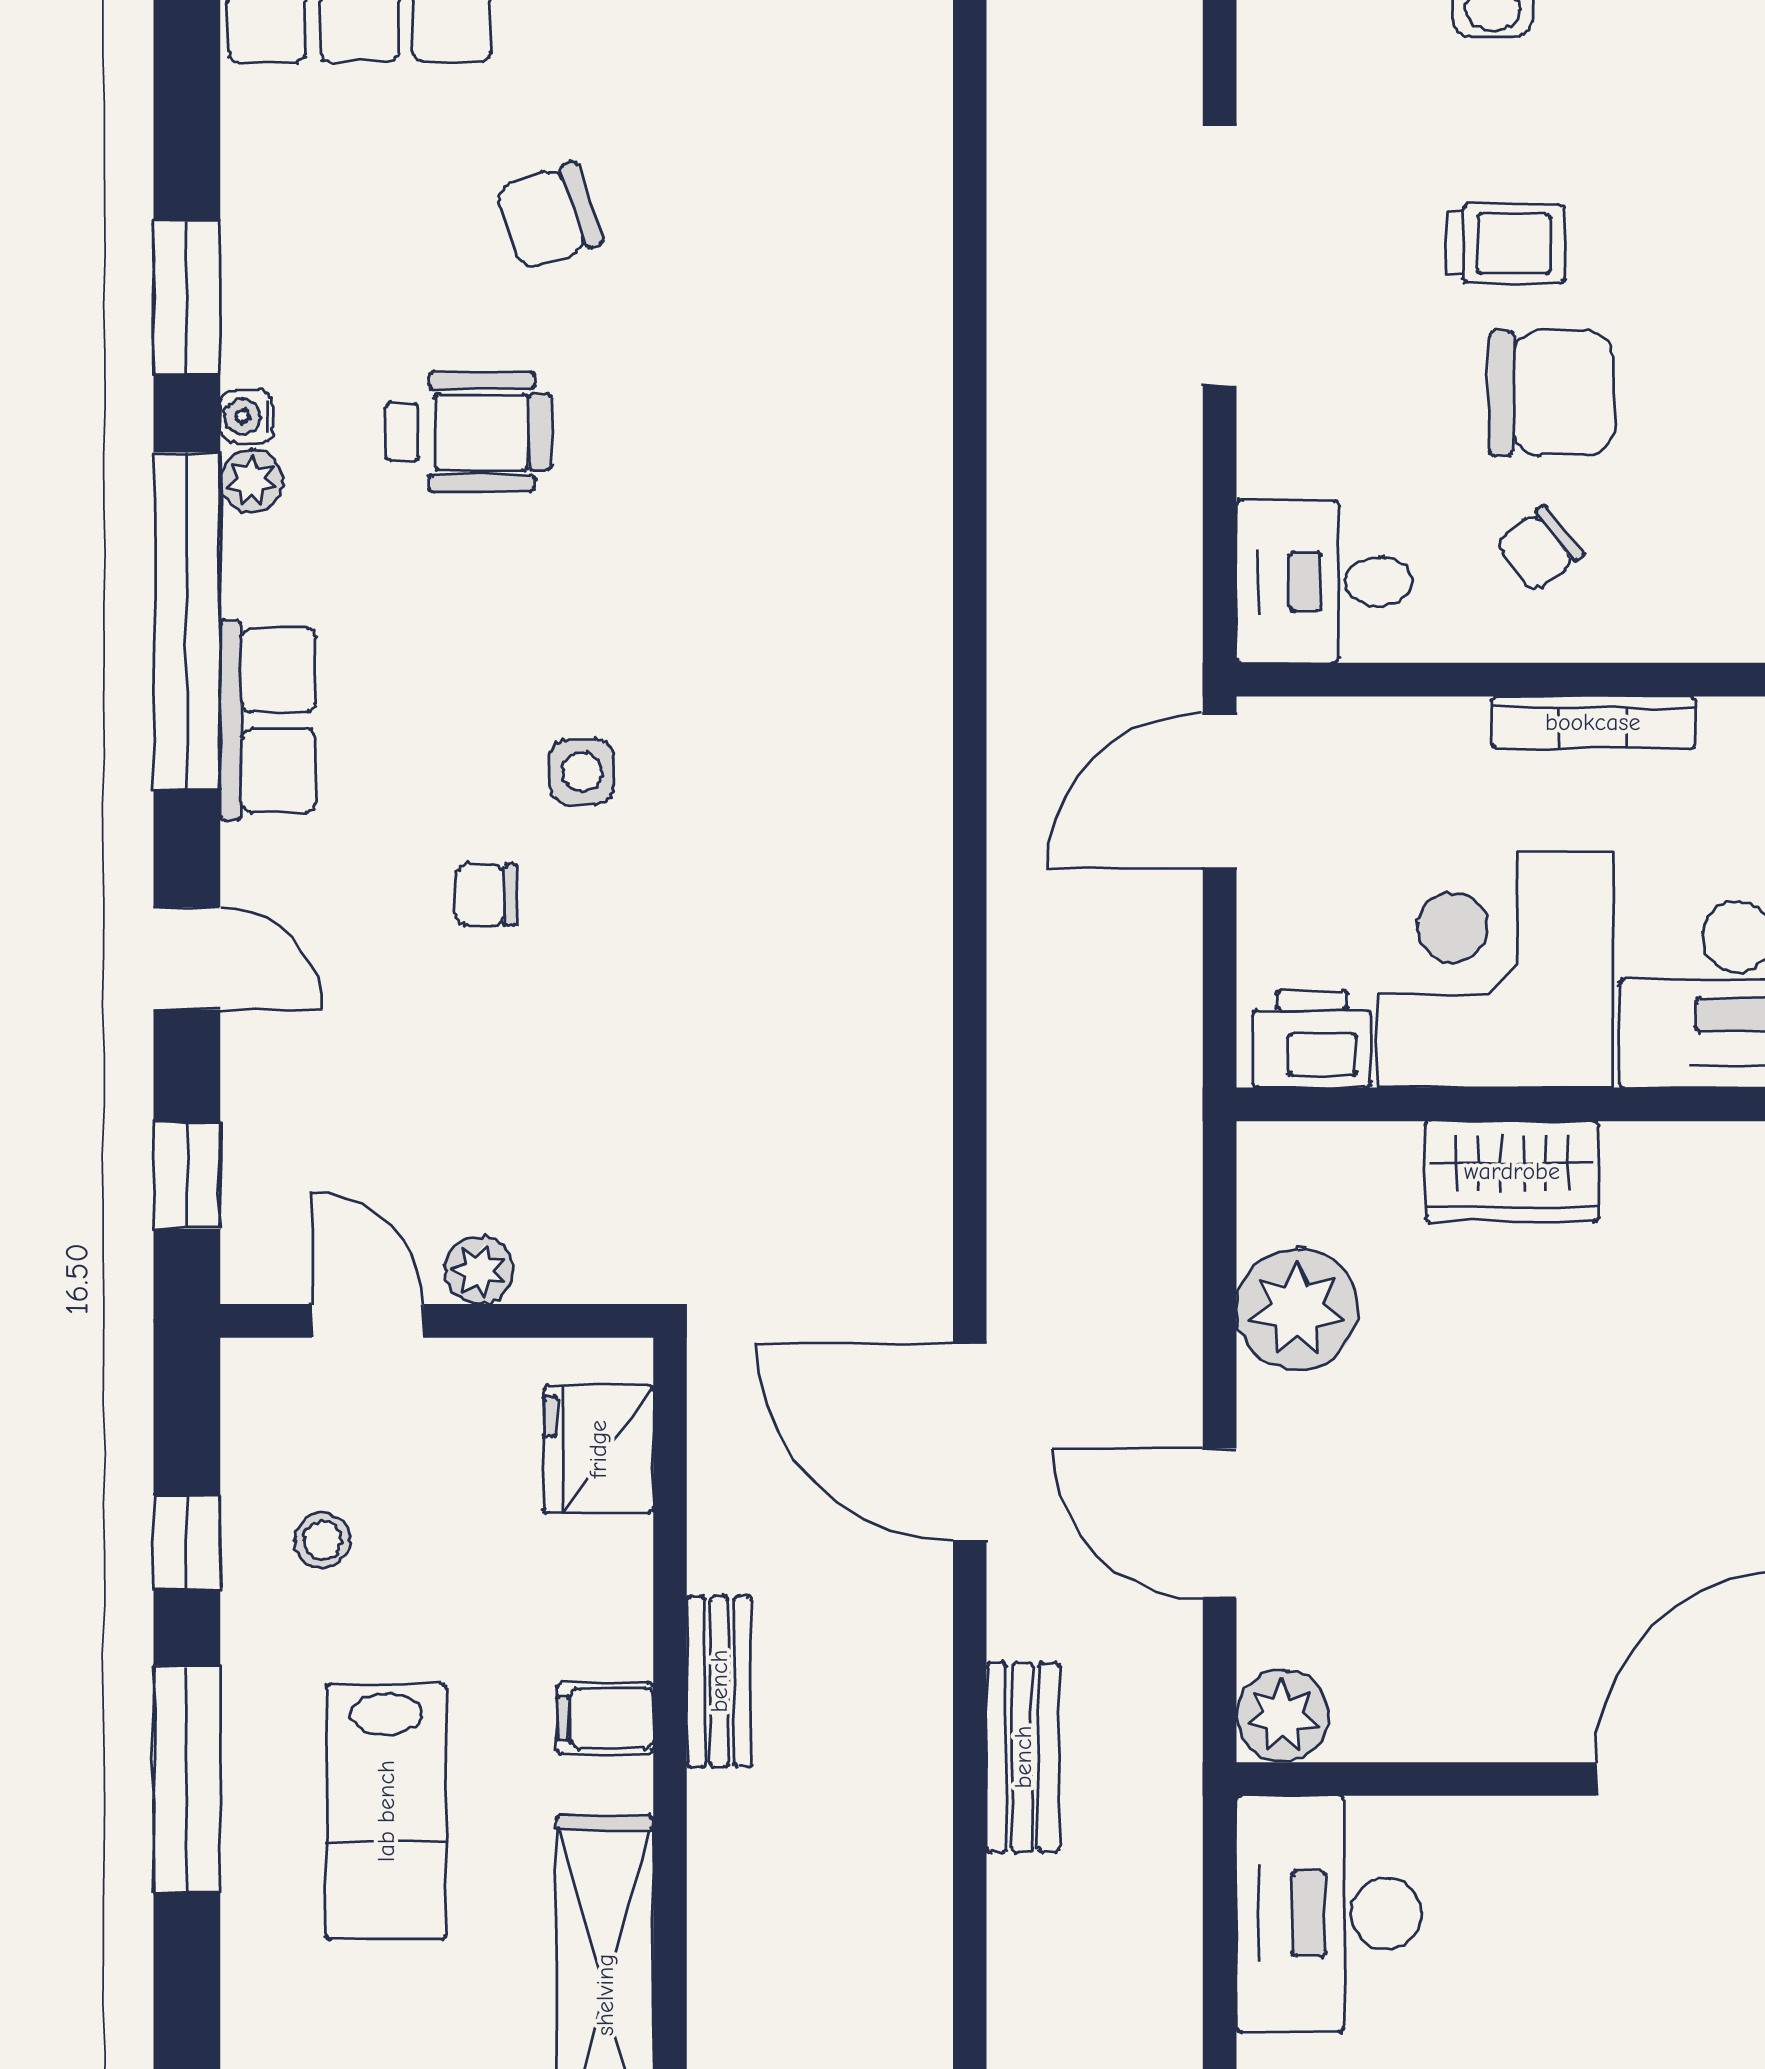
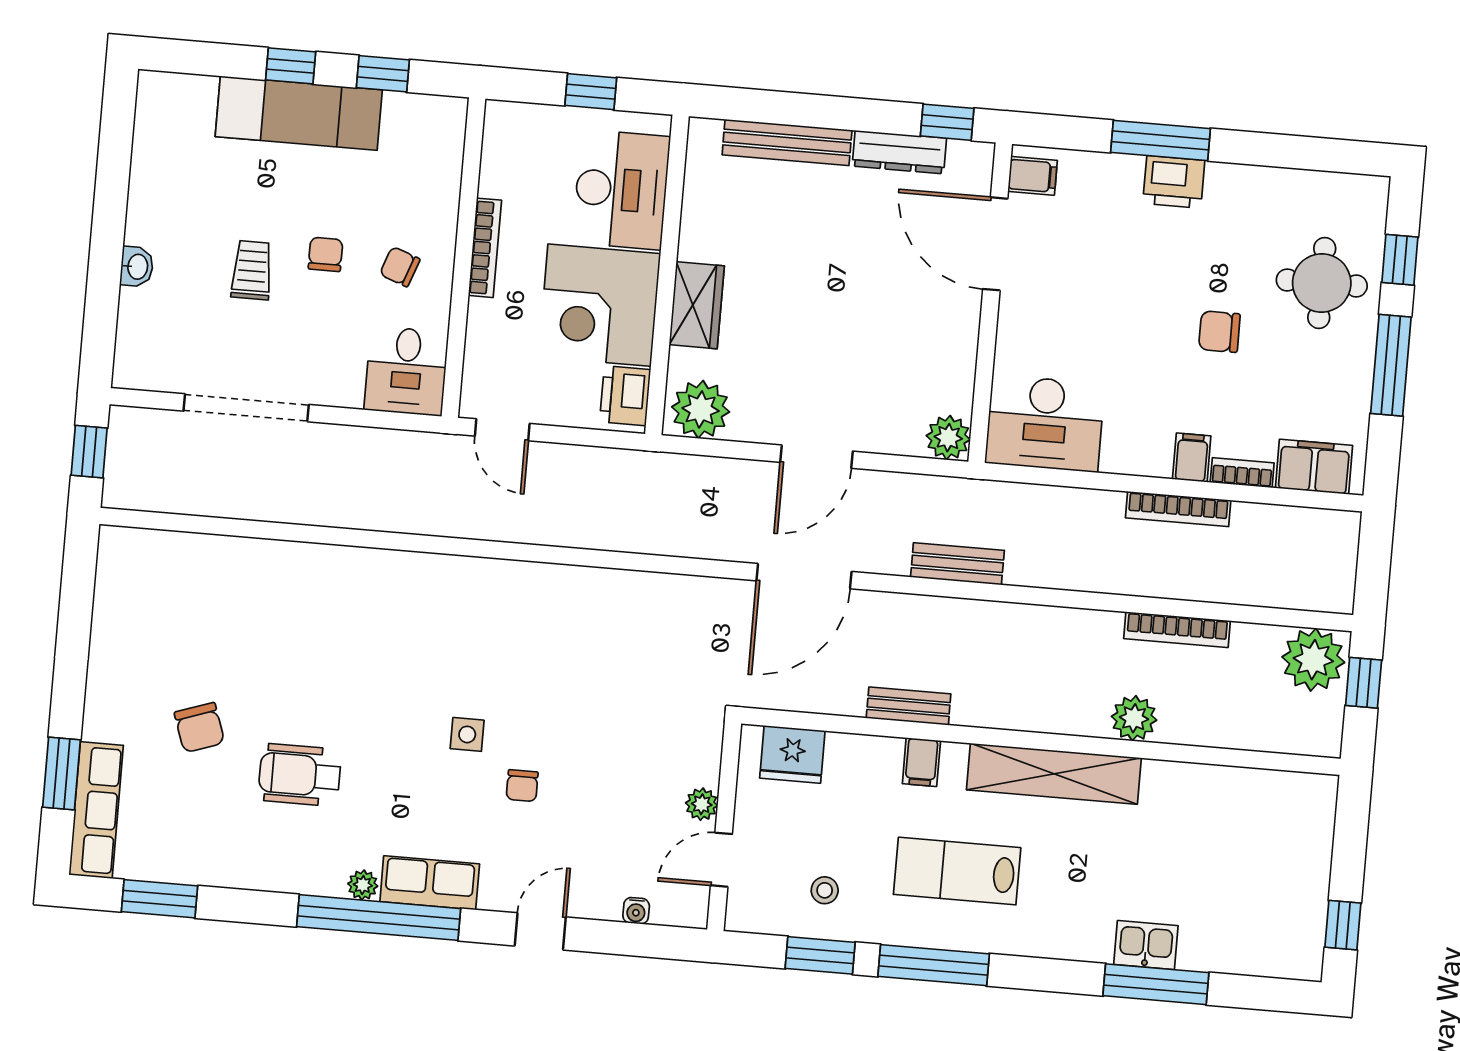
window: (187, 297) -> (160, 899), moved
chair: (1552, 393) -> (326, 254), width x0.54, depth x0.54
water cooler: (247, 416) -> (636, 911), moved
wheelchair: (469, 432) -> (300, 775), turned -90
plant: (252, 481) -> (363, 885), moved
chair: (1539, 549) -> (400, 267), turned 148
door: (1220, 791) -> (502, 430), width x0.73
window: (187, 1176) -> (644, 940), removed
plant: (1297, 1309) -> (701, 409), moved
door: (1220, 1523) -> (816, 457), moved
window: (187, 1543) -> (820, 955), width x1.50
lab bench: (386, 1811) -> (957, 871), turned 180

